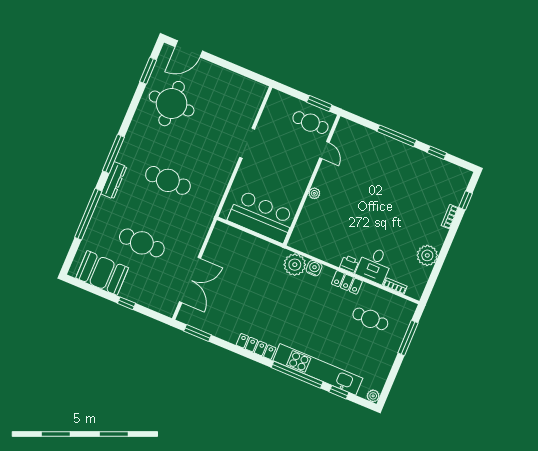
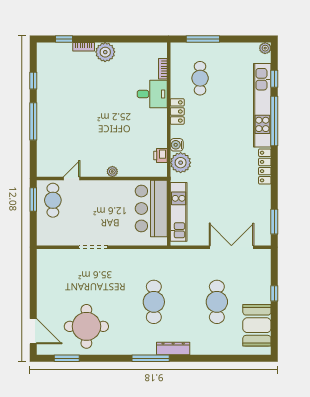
window: (88, 214) -> (211, 358), removed
kitchen unit: (247, 242) -> (179, 212), added
plant: (427, 255) -> (105, 52), moved
printer: (349, 264) -> (160, 155), moved

